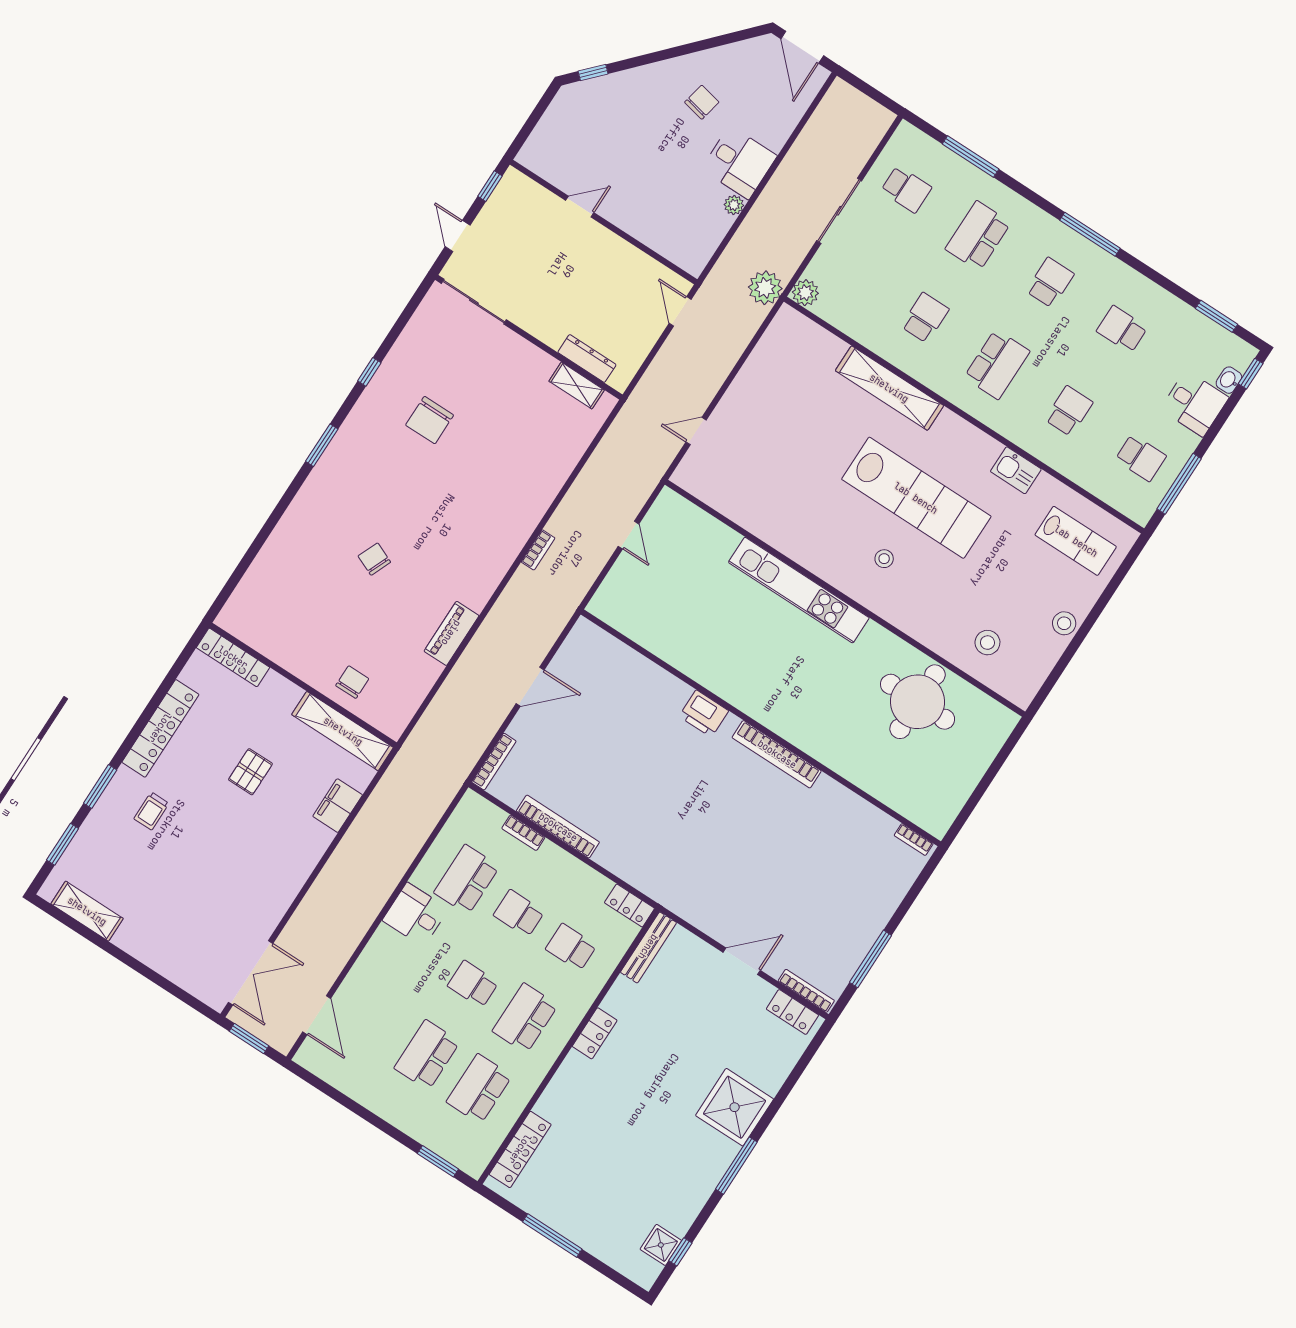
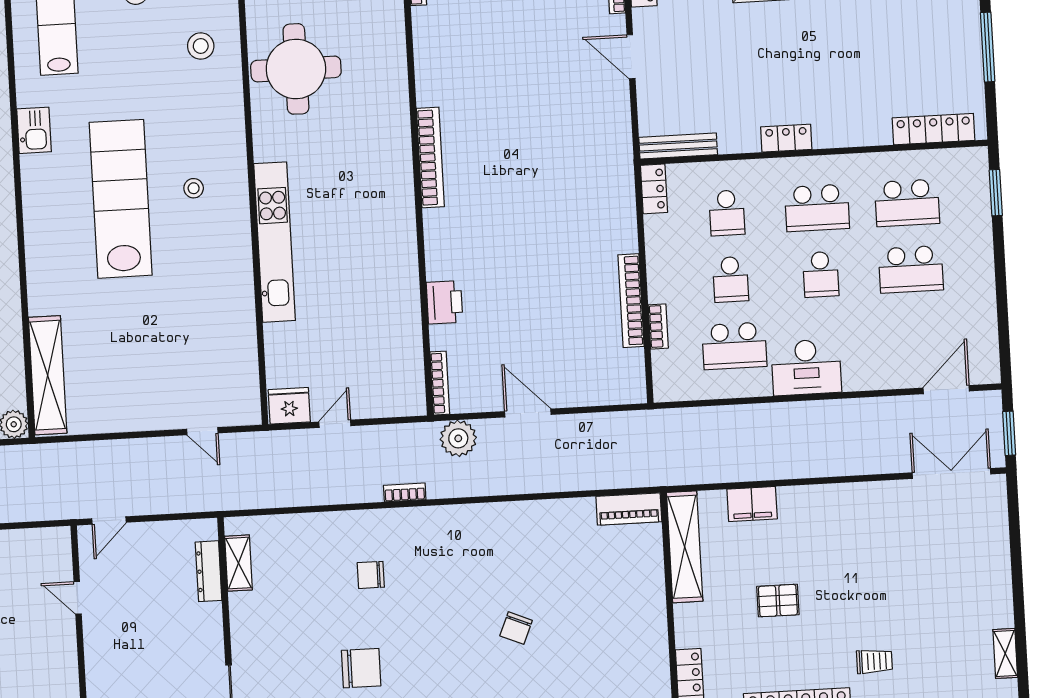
door: (580, 207) -> (78, 598), moved
plant: (765, 288) -> (458, 438), moved
shelving: (889, 388) -> (48, 375), moved
fridge: (667, 511) -> (289, 406), added
piano: (451, 633) -> (629, 509), moved
chair: (352, 682) -> (371, 575), moved
printer: (704, 714) -> (444, 302), moved
bookcase: (494, 762) -> (440, 383), moved, turned 90
shelving: (87, 911) -> (1005, 653), width x0.67, depth x0.75
desk: (415, 915) -> (806, 367), width x1.37

